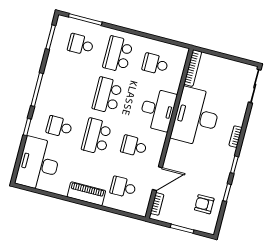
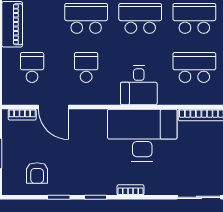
school desk: (155, 64) -> (194, 67), width x1.85
desk: (158, 110) -> (139, 85), width x0.73
armchair: (204, 204) -> (37, 173), turned 180

